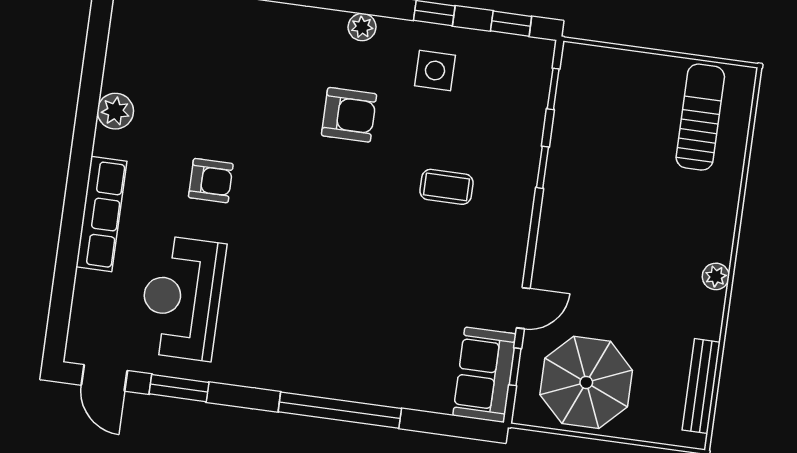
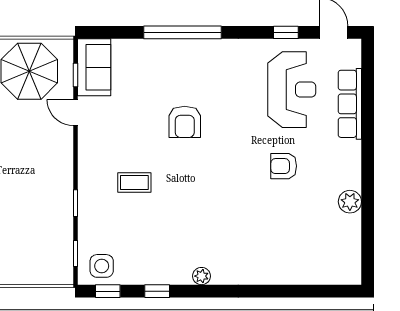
side table: (435, 70) -> (102, 266), moved
armchair: (349, 115) -> (185, 122), moved, turned -90
row of seats: (101, 214) -> (350, 104), moved
door: (523, 308) -> (75, 113), hinge flipped
window: (179, 388) -> (286, 32), width x0.67

